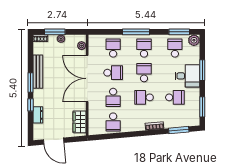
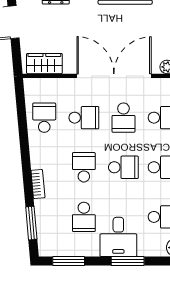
school desk: (113, 97) -> (84, 118), turned 180
school desk: (113, 122) -> (44, 118), turned 90

